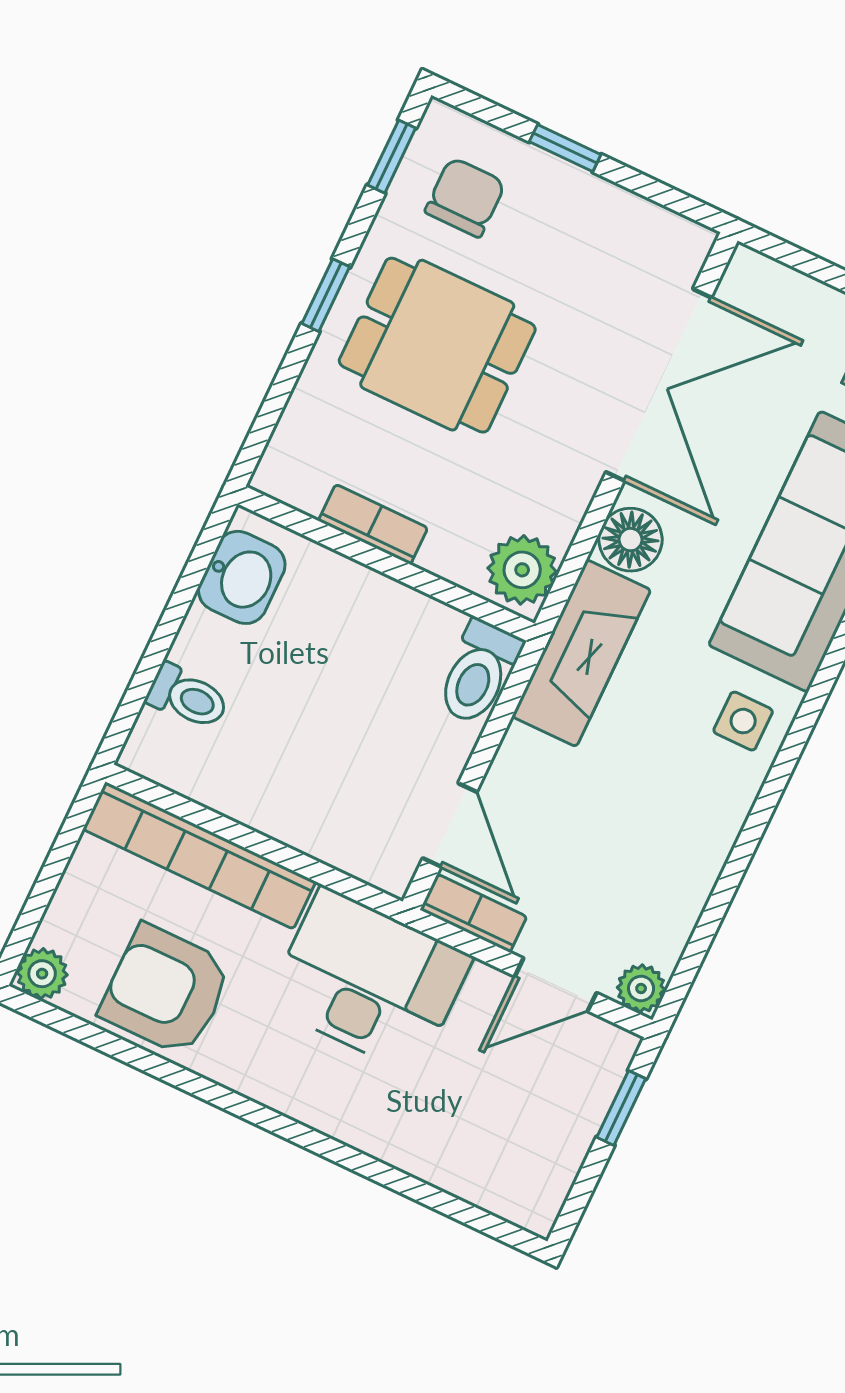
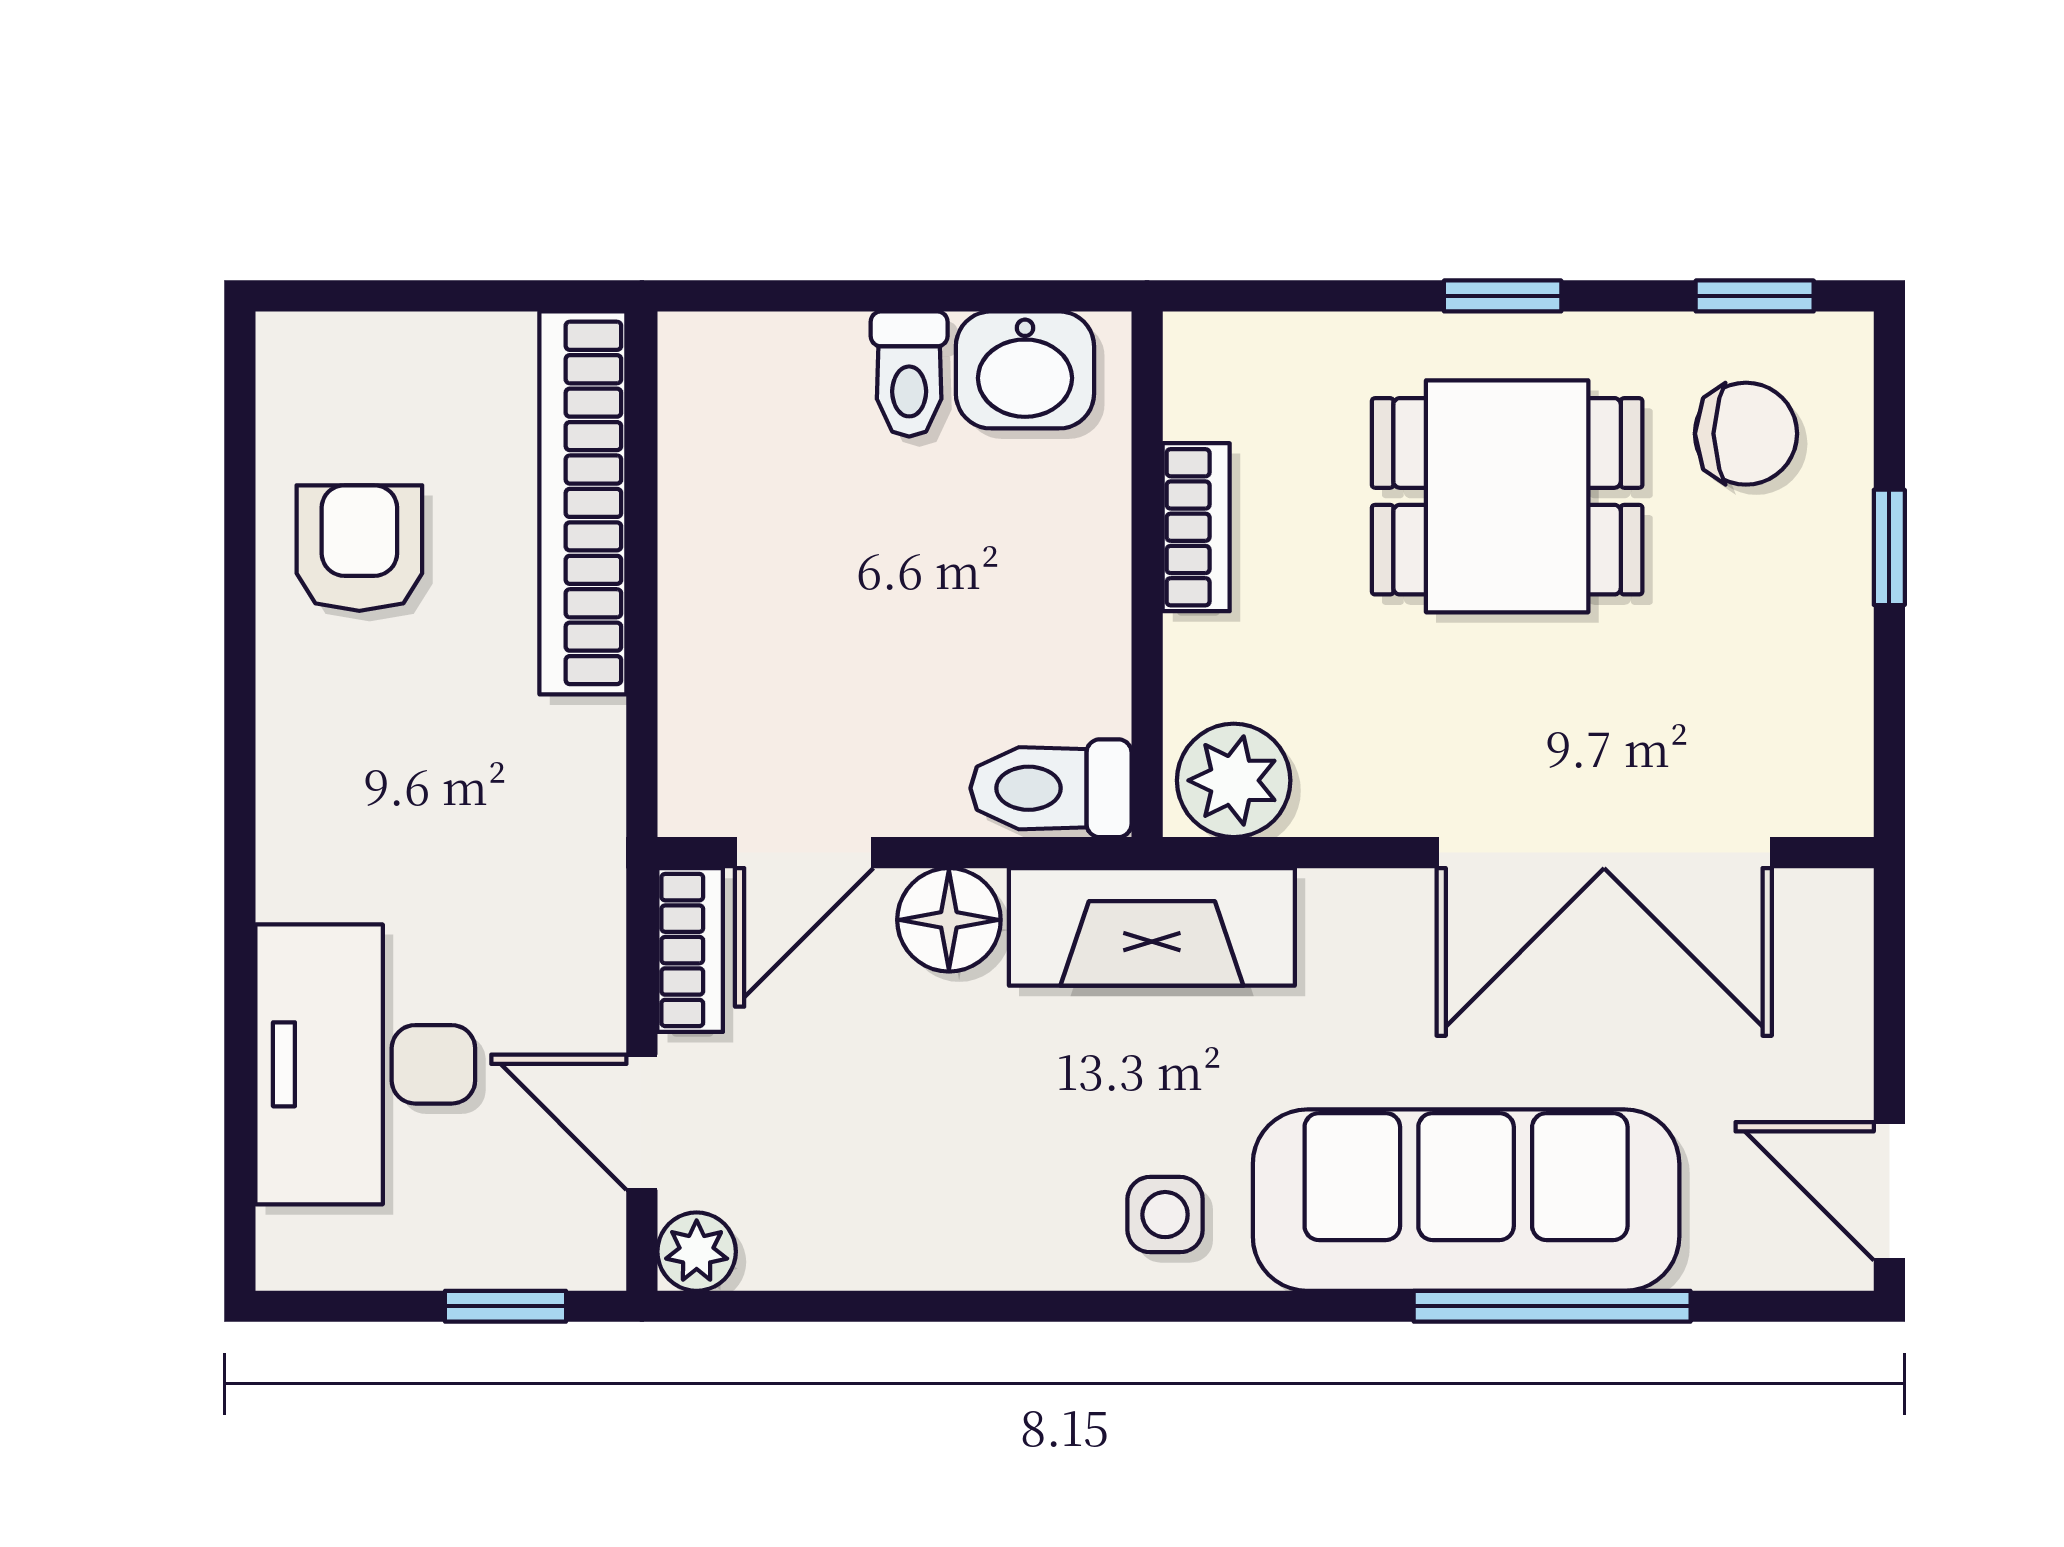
dining table: (437, 345) -> (1507, 496), turned 90
floor lamp: (631, 540) -> (949, 920), moved
toilet: (188, 697) -> (909, 374), moved
plant: (42, 974) -> (297, 353), removed
desk: (369, 981) -> (365, 1064), moved, turned 180
armchair: (166, 990) -> (359, 548), width x0.72, depth x0.72

